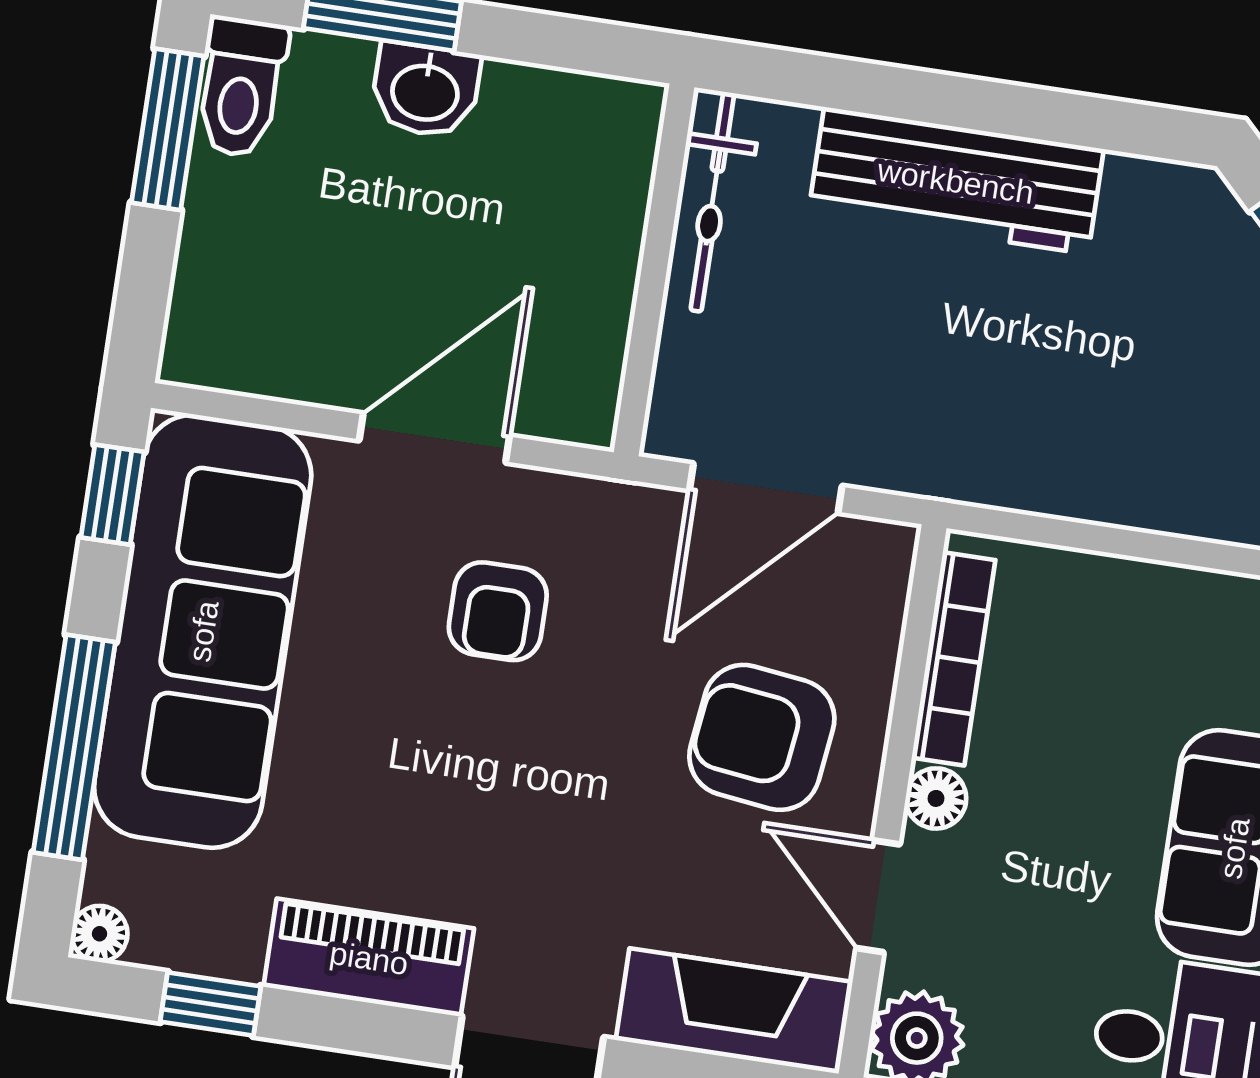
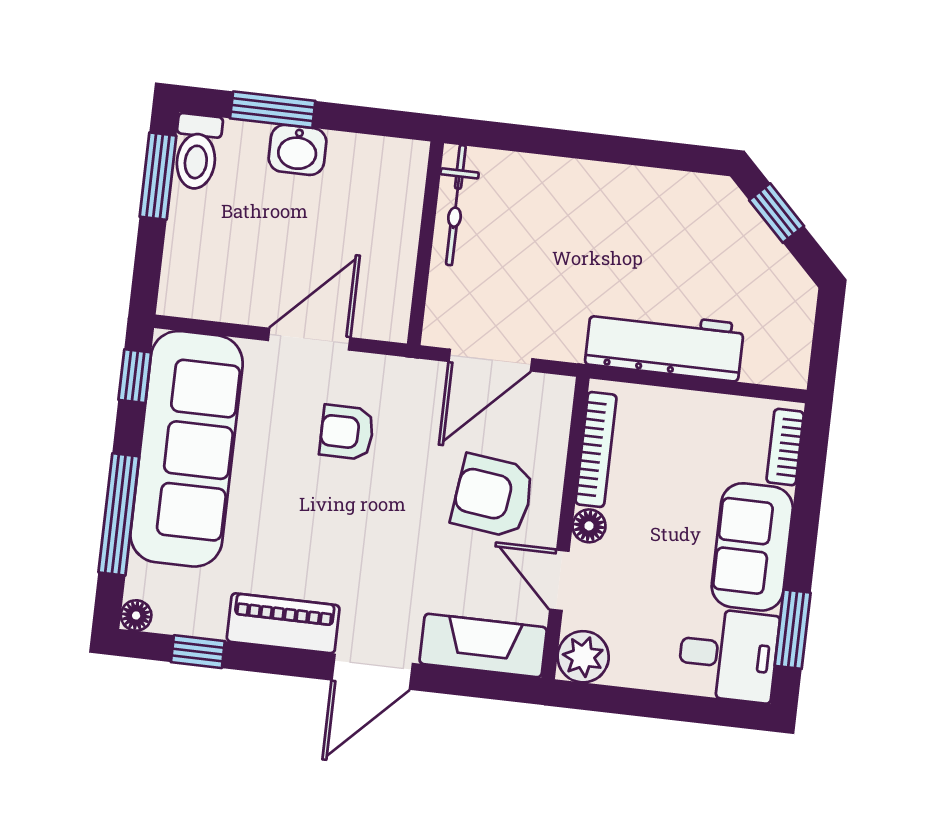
workbench: (956, 181) -> (664, 344), moved, turned 180
armchair: (498, 611) -> (347, 432), turned 90

